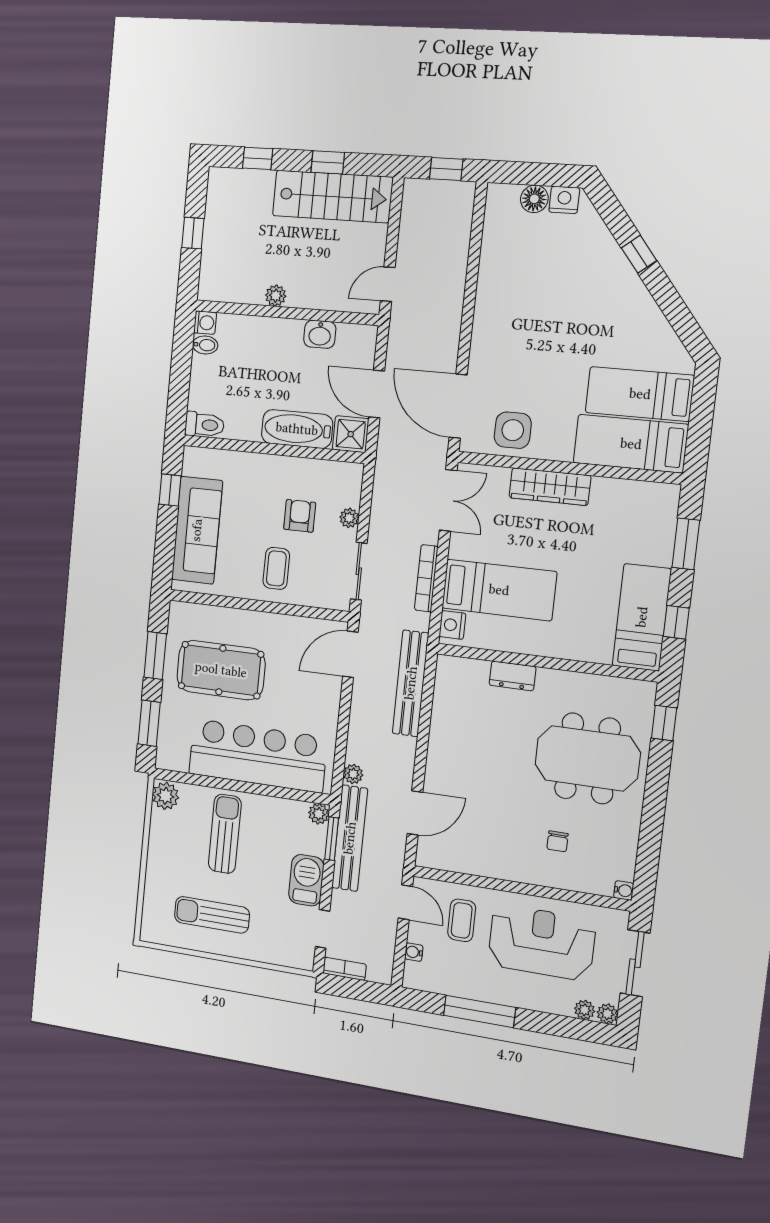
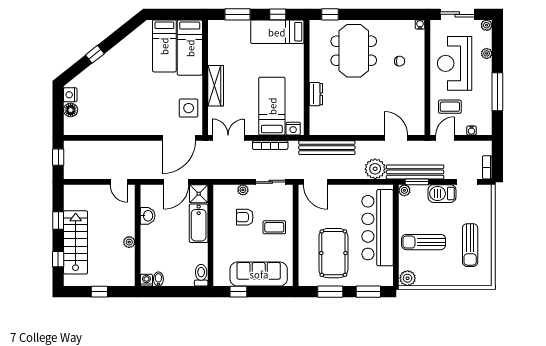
stairs: (332, 196) -> (76, 242), moved
plant: (353, 774) -> (375, 169), width x1.88, depth x1.88
plant: (585, 1010) -> (487, 53), moved

